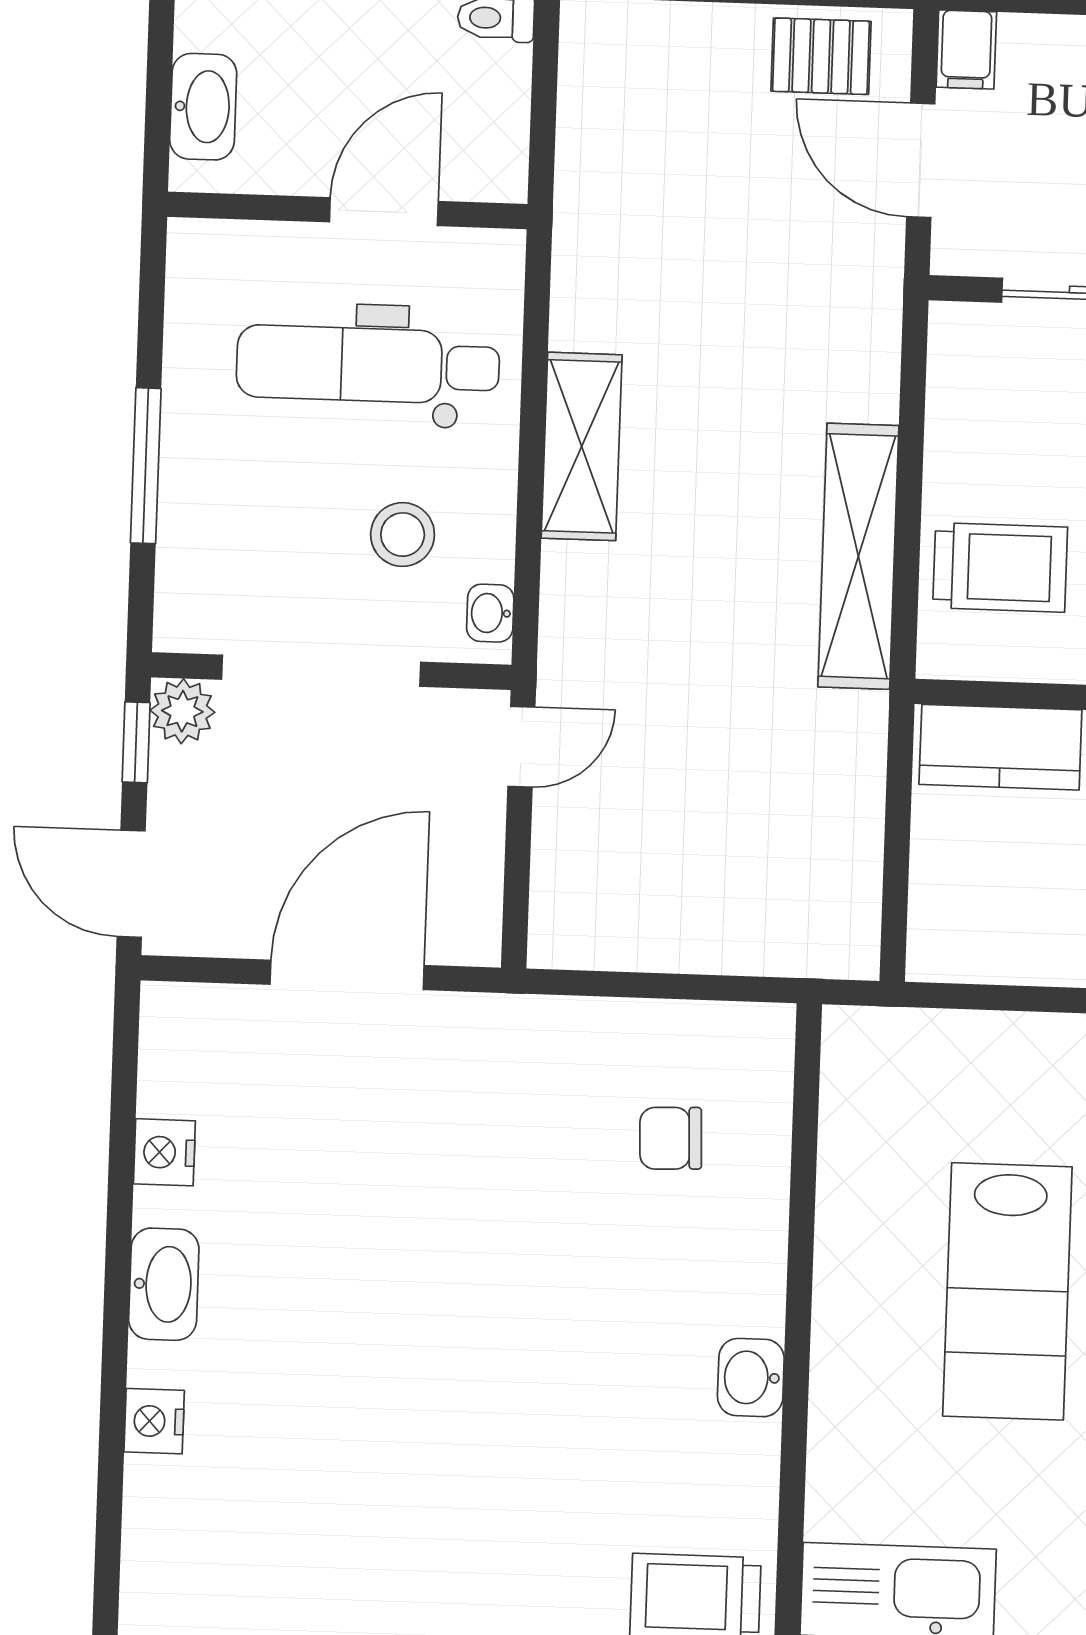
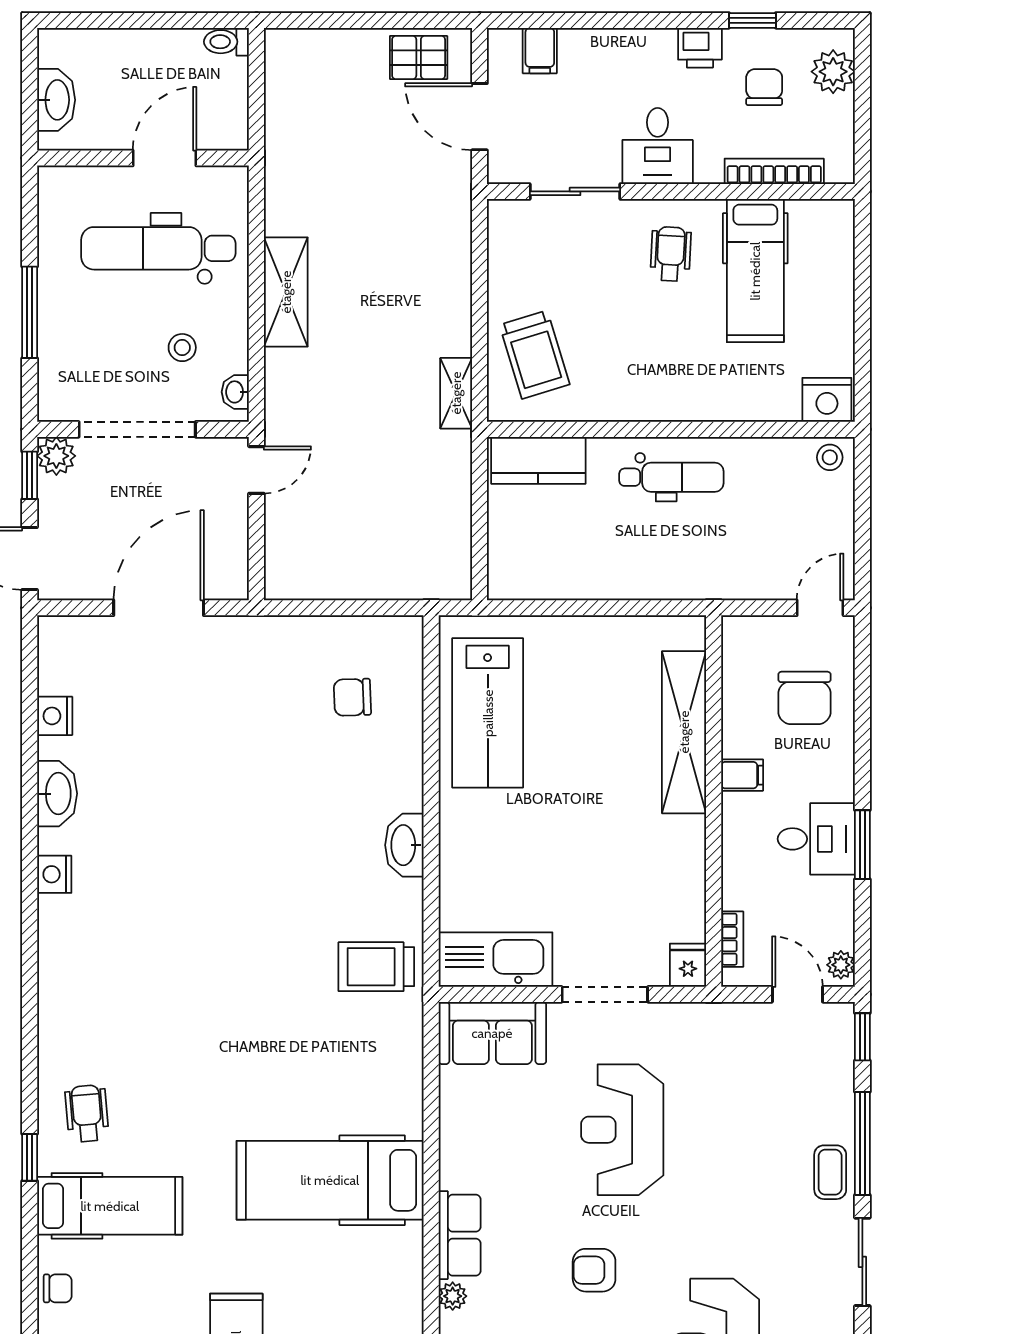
filing cabinet: (966, 50) -> (540, 51), moved
stool: (403, 535) -> (182, 348), width x0.73, depth x0.73
shelving: (858, 556) -> (456, 393), width x0.45, depth x0.75
trolley: (1000, 567) -> (535, 355), turned 73
lab bench: (1007, 1291) -> (488, 713), moved
washbasin: (751, 1378) -> (404, 845), width x1.38

